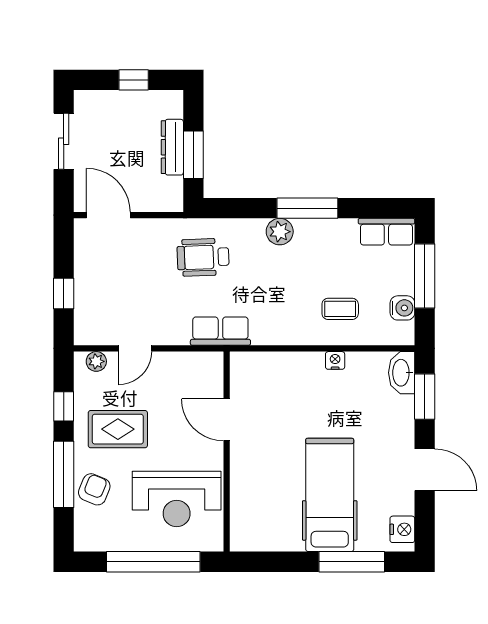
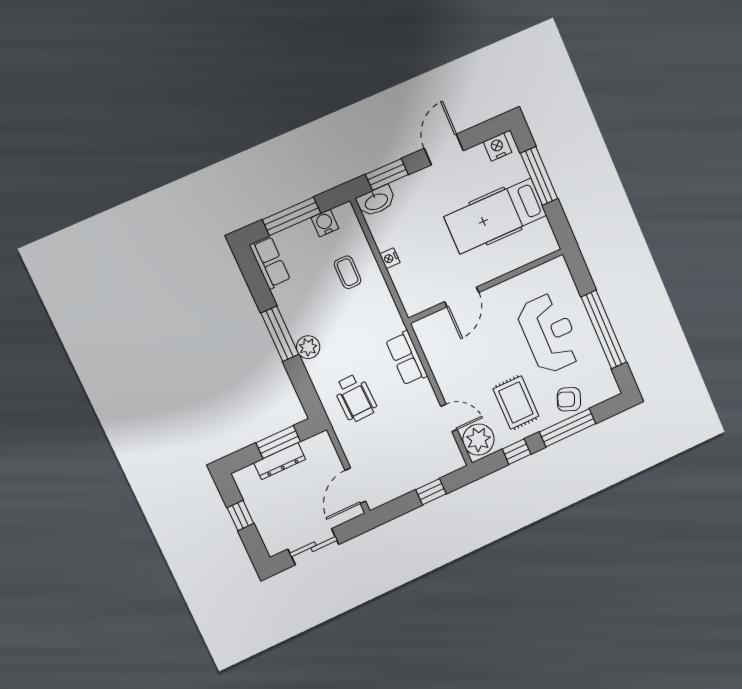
plant: (96, 361) -> (478, 440), width x1.87, depth x1.87
door: (227, 420) -> (462, 297), moved
wall: (227, 452) -> (486, 286), moved

